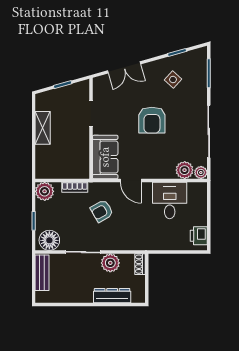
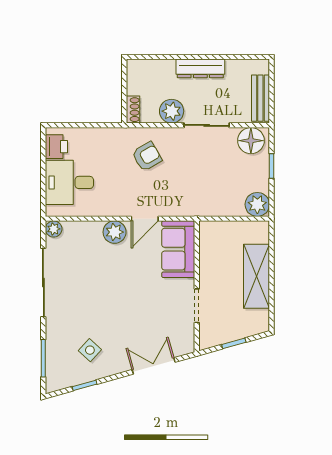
armchair: (152, 120) -> (117, 297), removed
shelving: (43, 128) -> (256, 276), width x1.50, depth x1.33
plant: (185, 170) -> (115, 232), moved
door: (131, 180) -> (145, 219), swing flipped
bookcase: (75, 187) -> (218, 210), removed
desk: (170, 200) -> (69, 182), moved, turned 90
armchair: (102, 211) -> (147, 156), moved
dresser: (112, 296) -> (200, 68), moved

